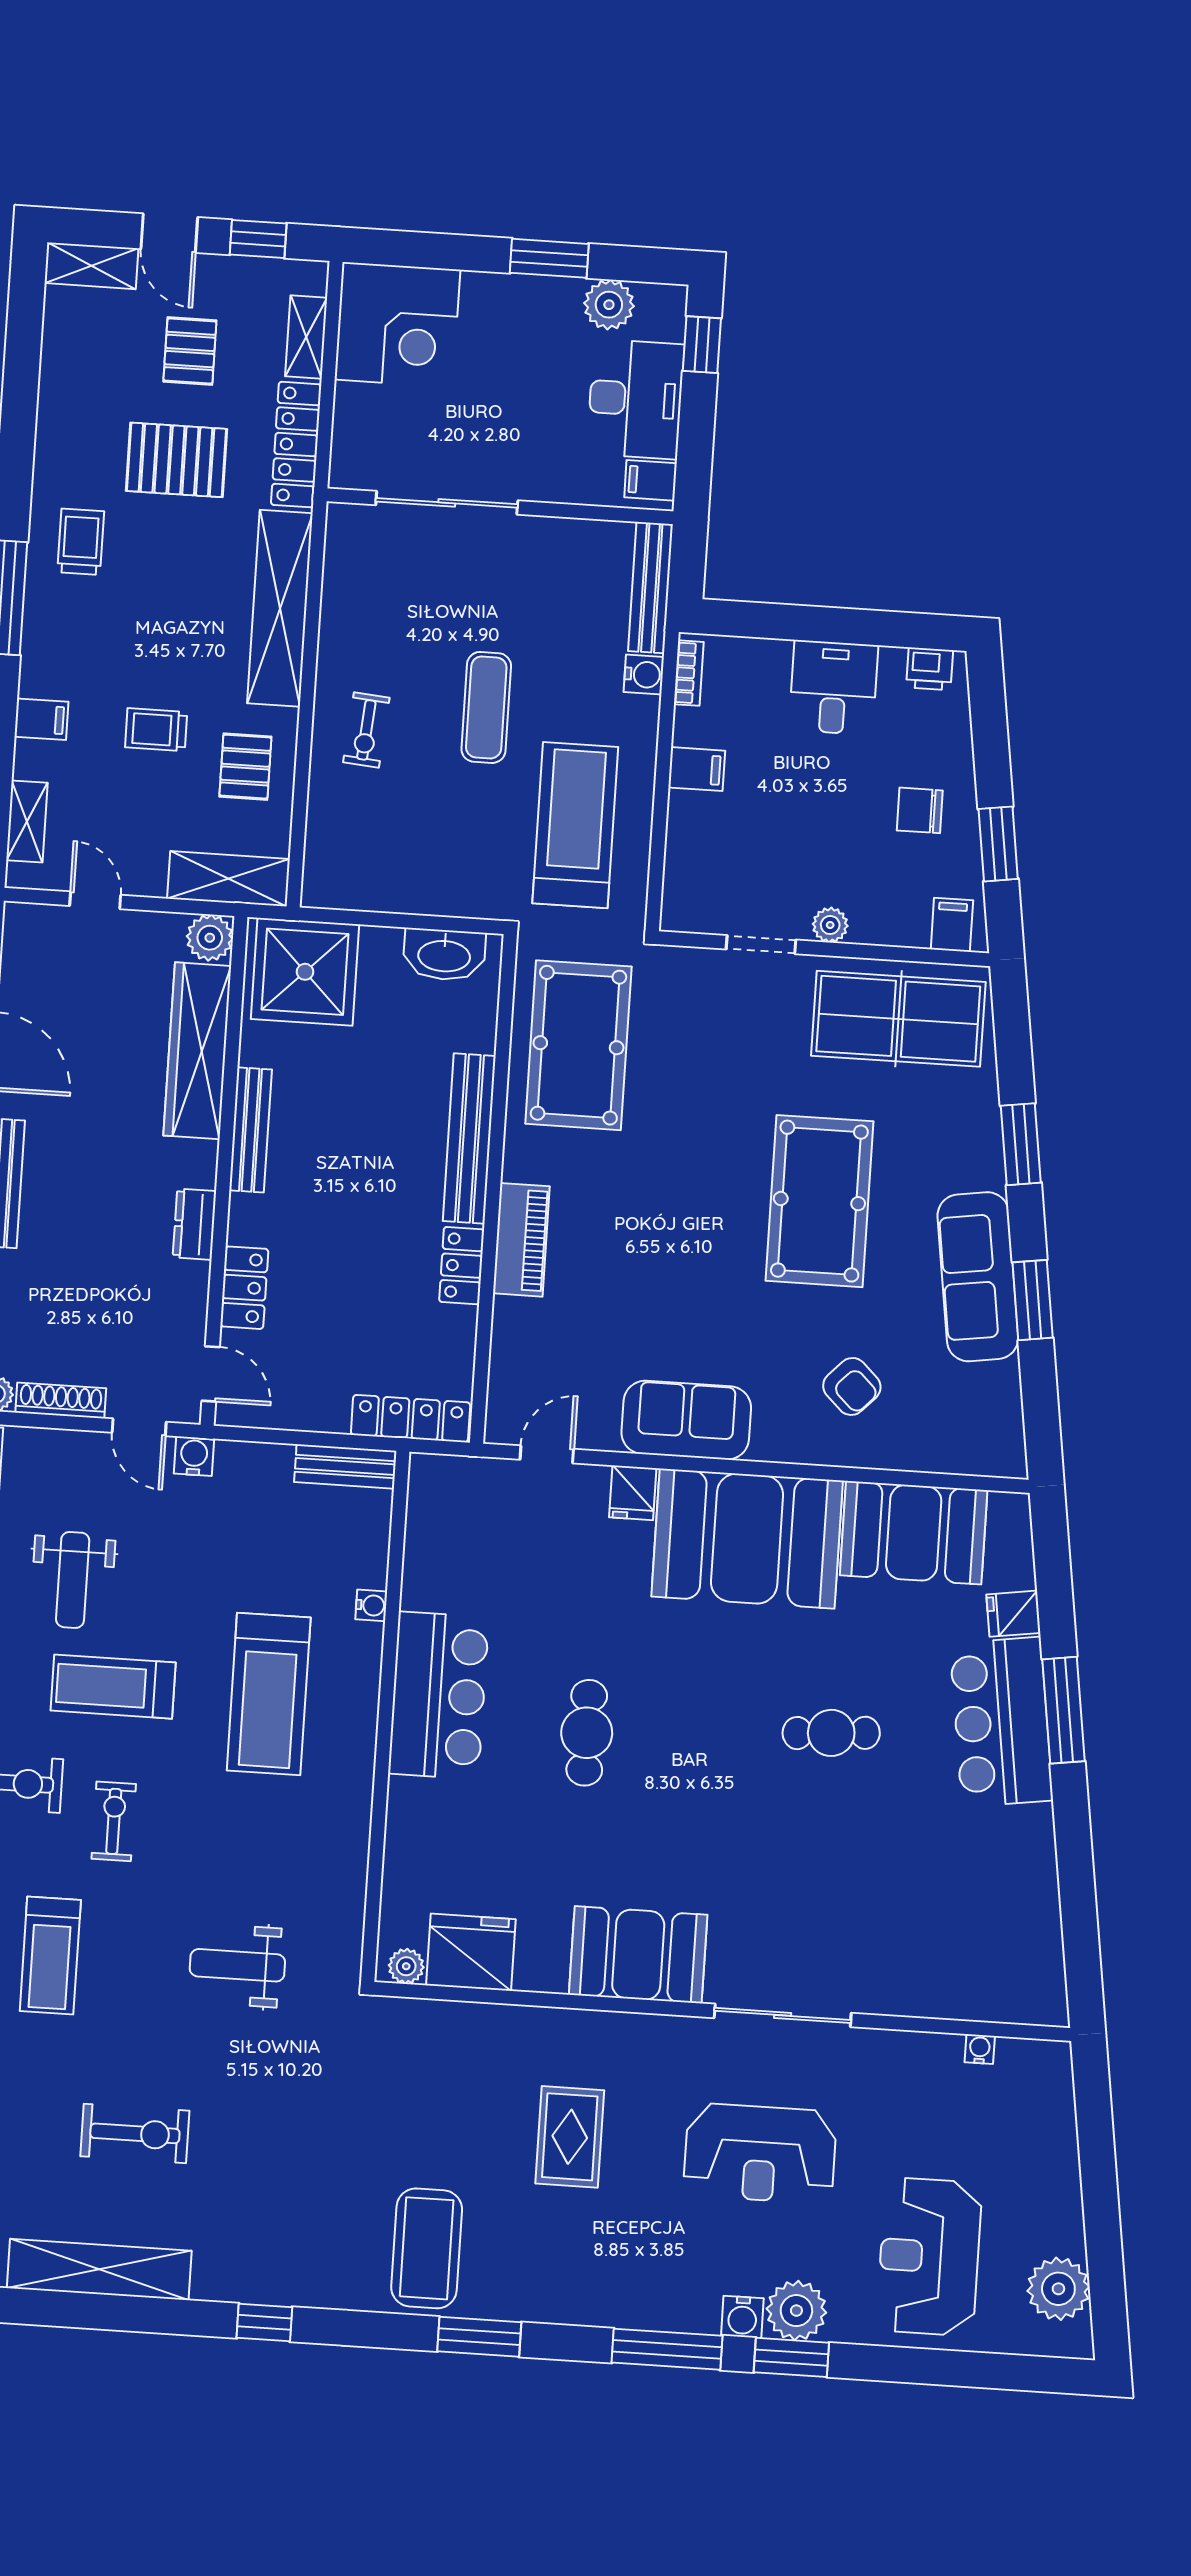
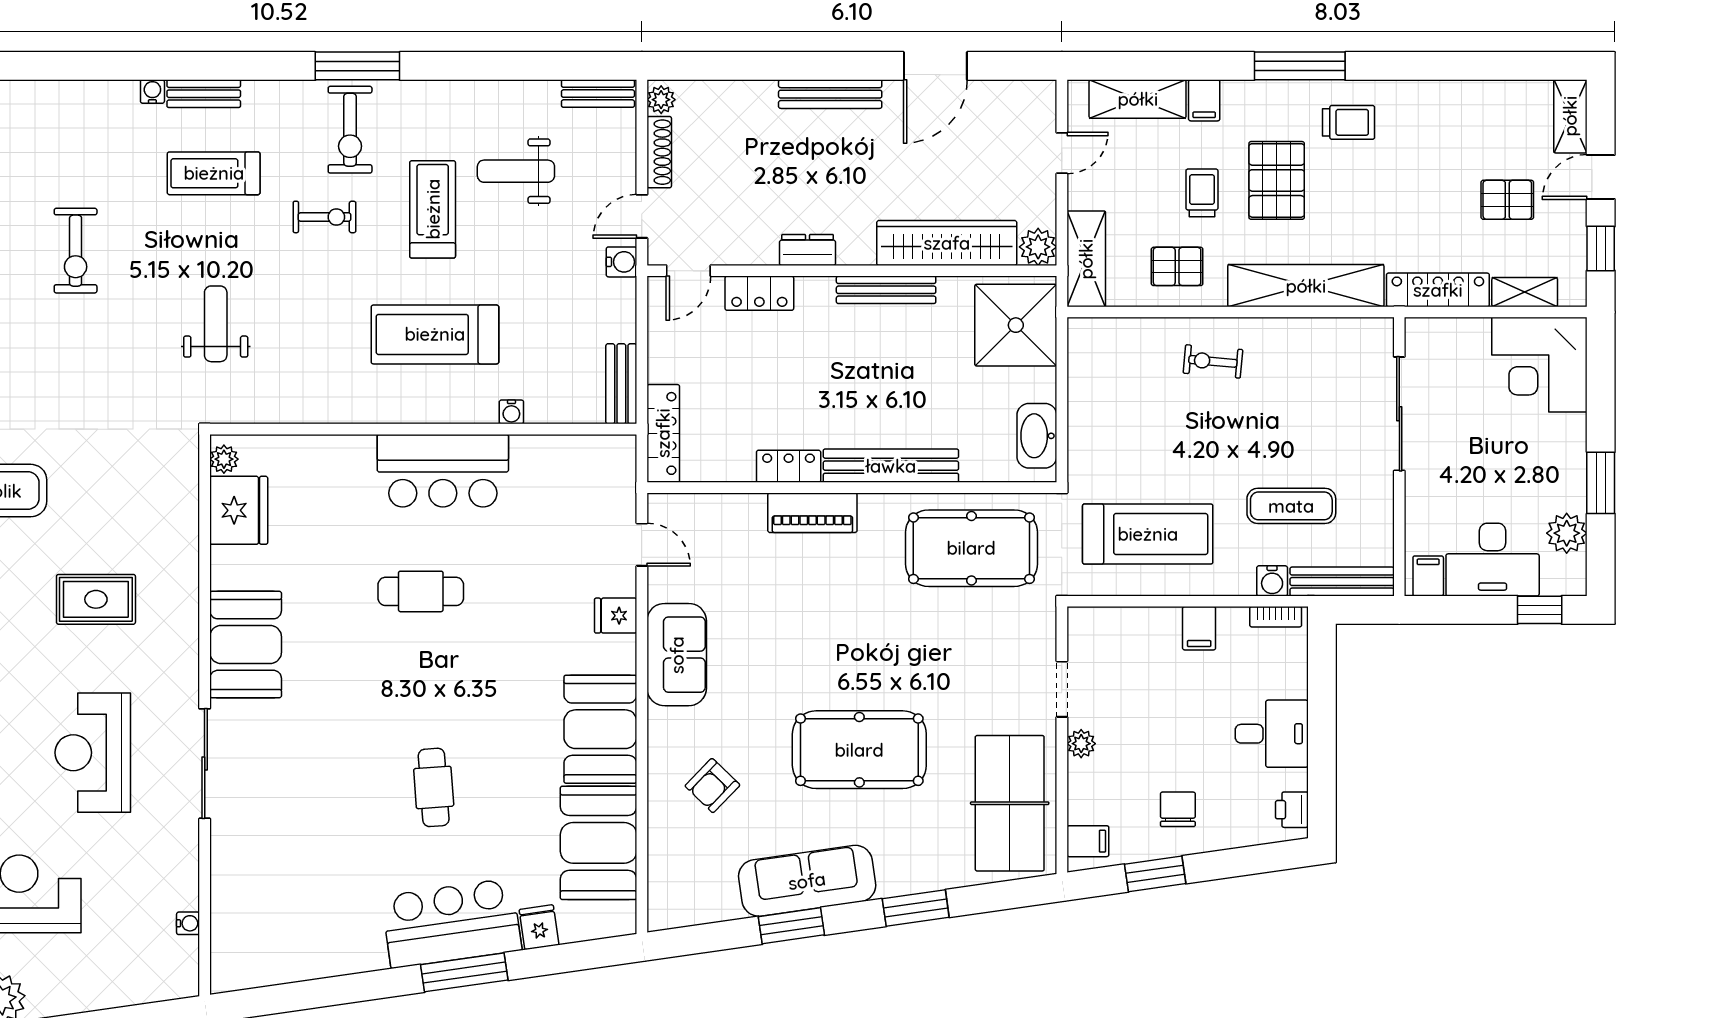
pallet: (176, 460) -> (1277, 180), moved
exercise mat: (486, 707) -> (1291, 506), moved
shelving: (27, 821) -> (1138, 99), width x1.50, depth x1.33
booth: (747, 1539) -> (600, 729), width x0.73, depth x0.70

